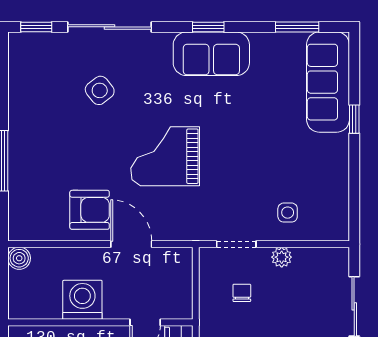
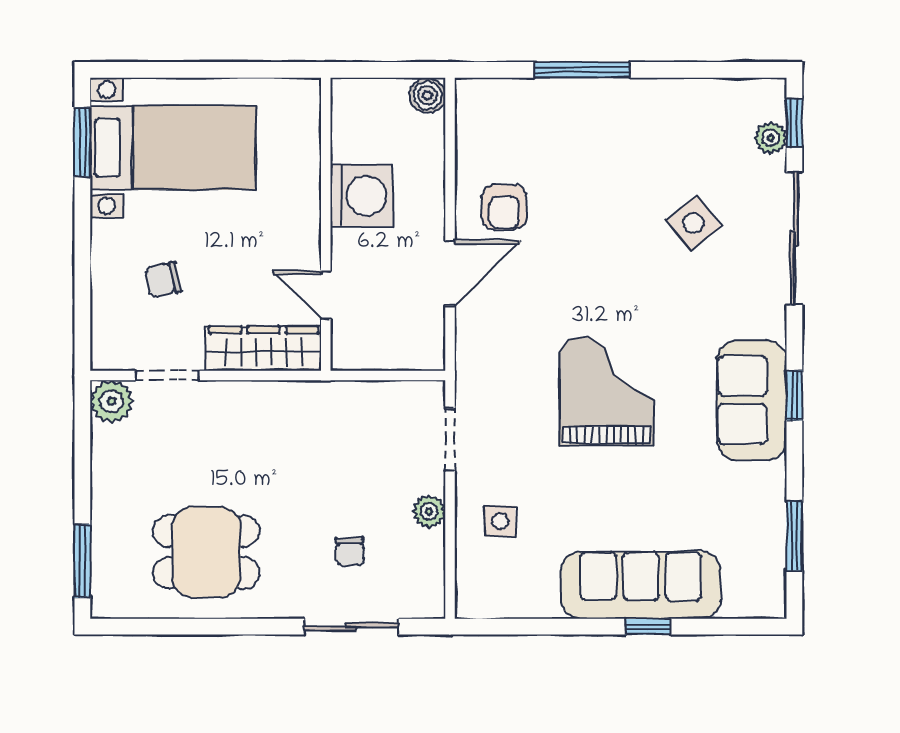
plant: (46, 42) -> (771, 138), added
sofa: (328, 82) -> (641, 585), moved
grand piano: (165, 156) -> (606, 391), moved
armchair: (90, 210) -> (504, 207), width x0.72, depth x0.72
chair: (242, 293) -> (350, 552), moved, turned 88

